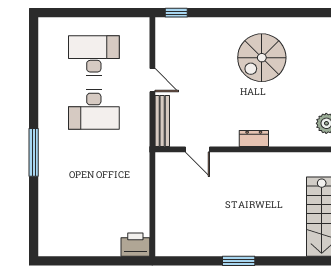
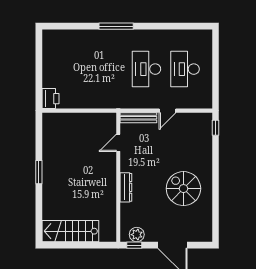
desk: (94, 55) -> (185, 69), turned 180
dresser: (254, 139) -> (126, 187), width x1.44

